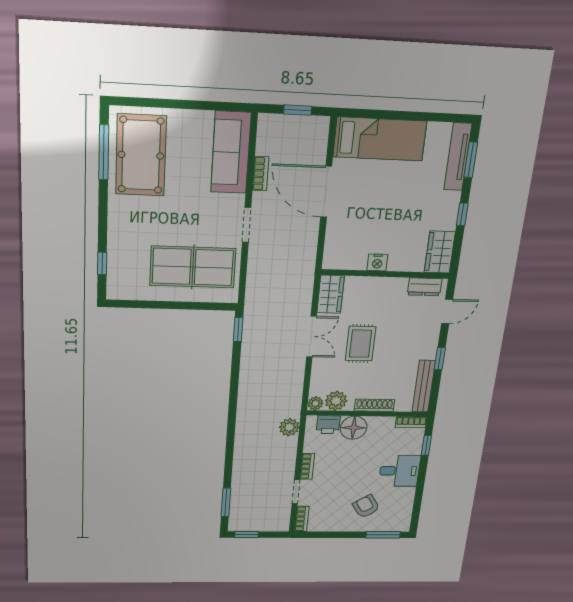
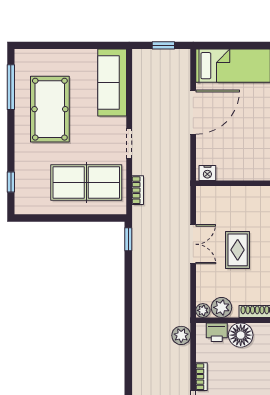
pool table: (141, 155) -> (50, 109), moved
bookcase: (261, 174) -> (138, 190), moved
door: (326, 192) -> (193, 112), swing flipped
nightstand: (377, 262) -> (207, 173), moved
wardrobe: (331, 294) -> (206, 204), removed

